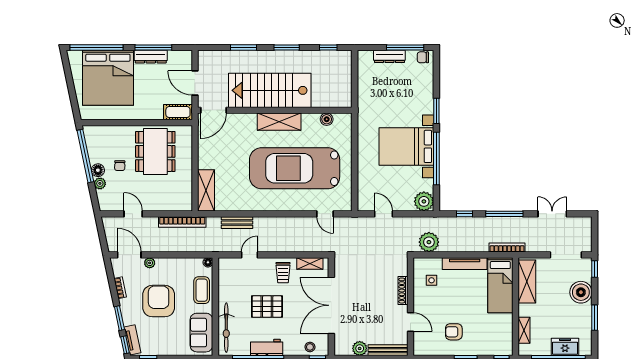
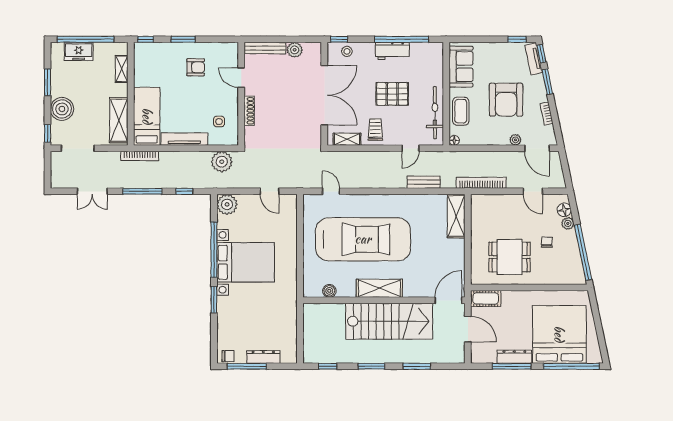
dining table: (155, 151) -> (510, 257), width x0.73
floor lamp: (98, 170) -> (564, 210), moved
bicycle: (226, 328) -> (435, 113), moved

